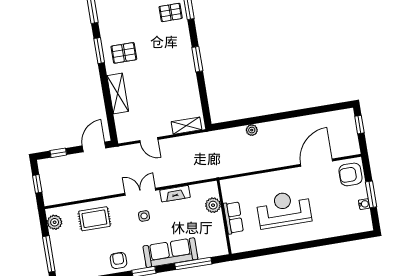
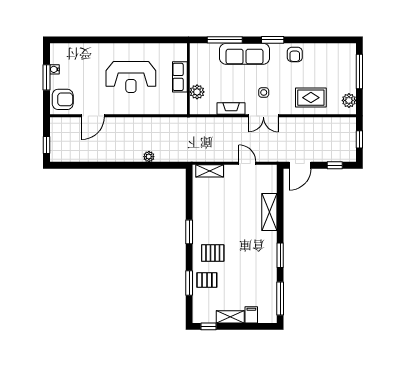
pallet: (124, 53) -> (213, 253), moved
door: (317, 163) -> (93, 116), width x0.73

